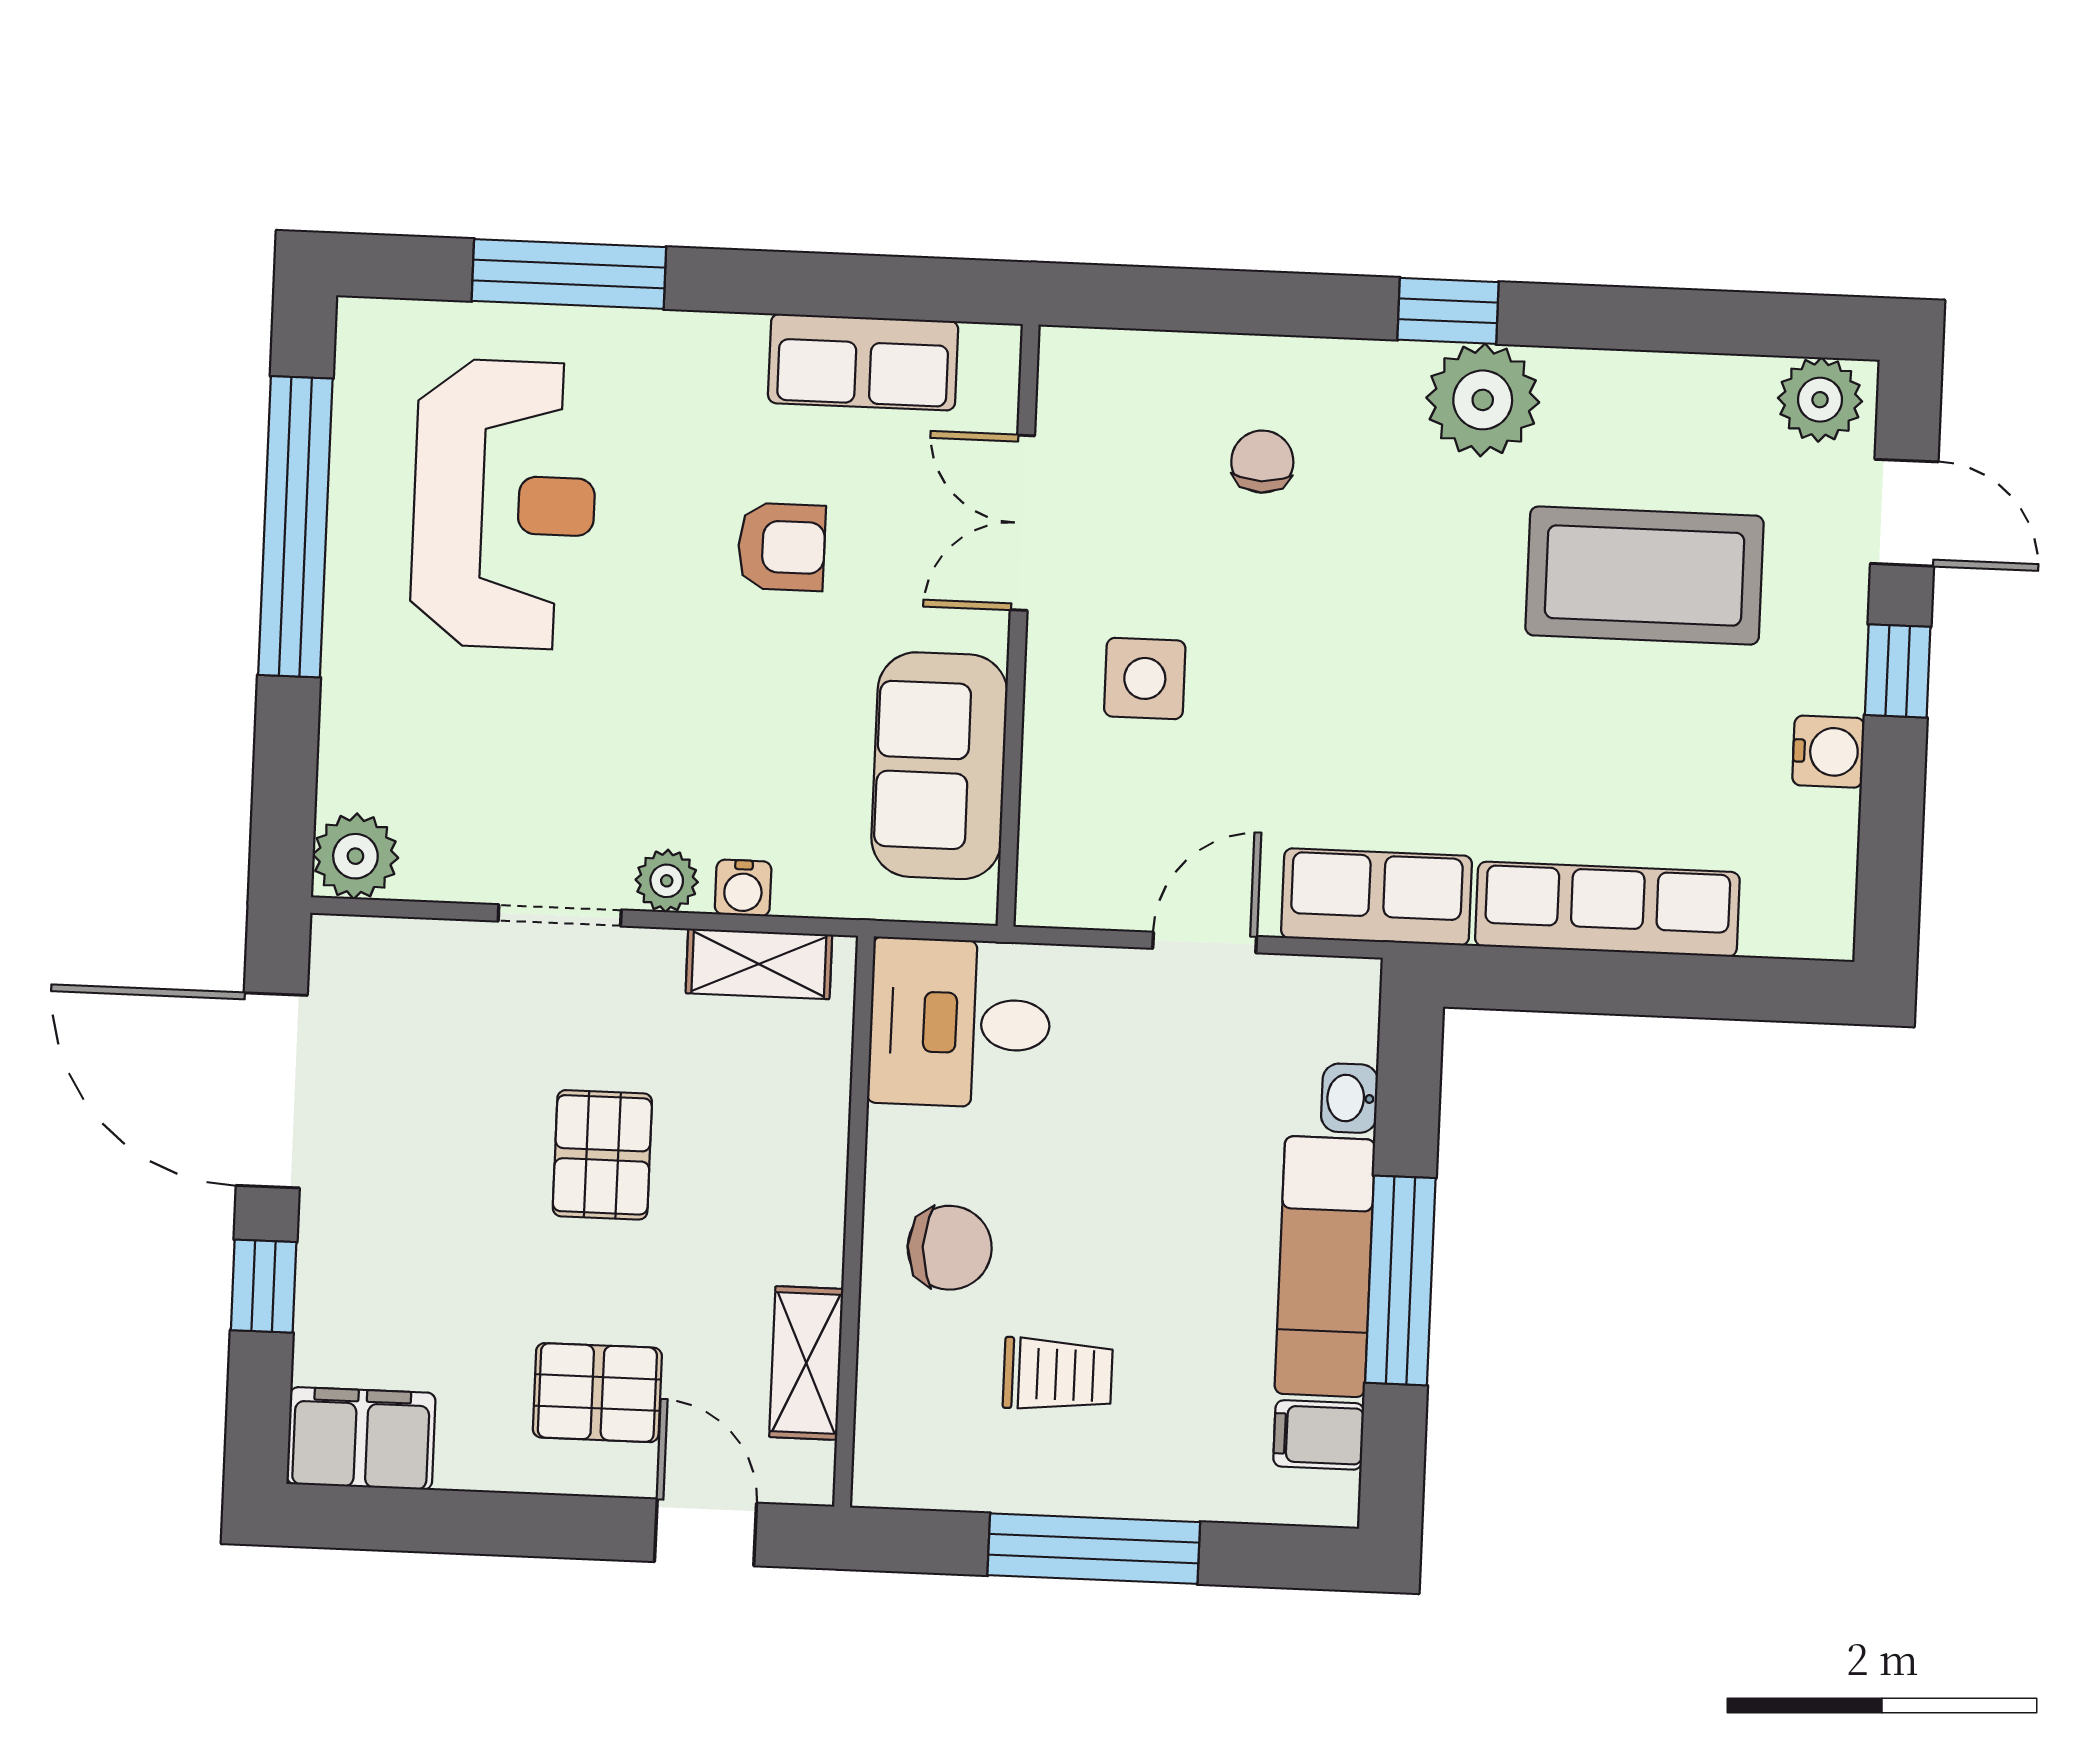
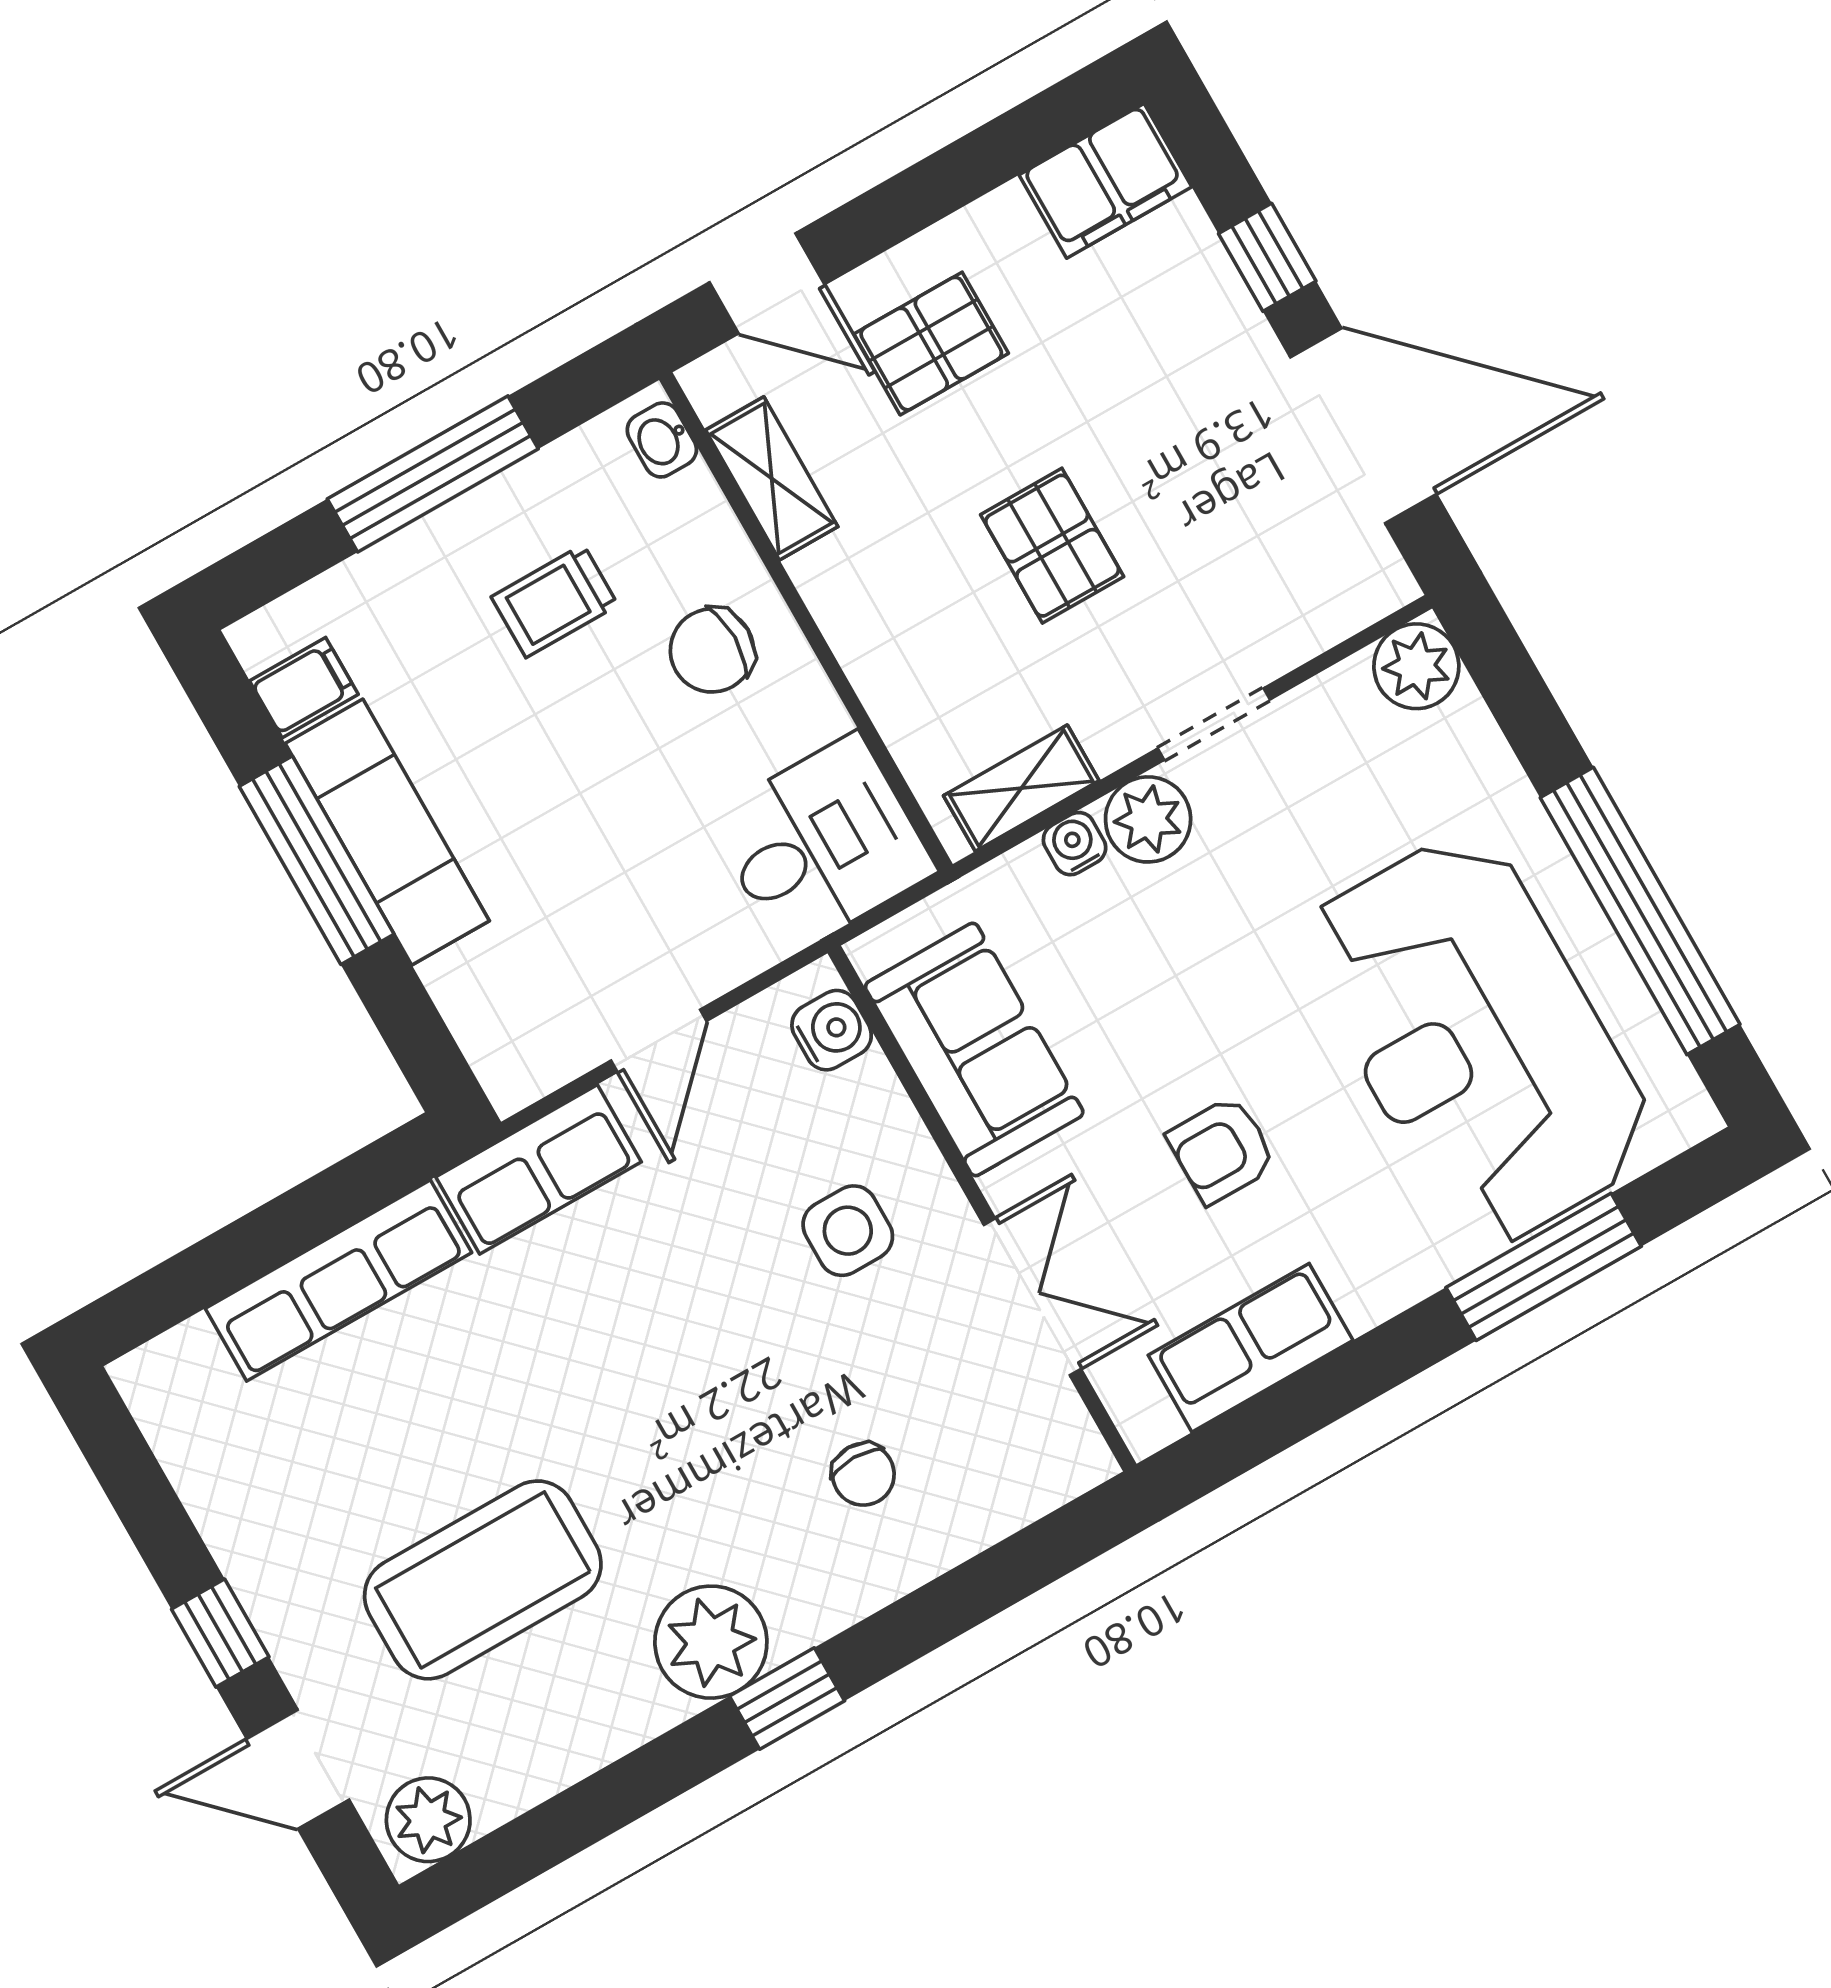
reception desk: (504, 504) -> (1477, 1040), width x1.36, depth x1.30
water cooler: (1828, 752) -> (832, 1030), moved, turned 180
plant: (667, 881) -> (1148, 819), width x1.38, depth x1.38
washbasin: (1349, 1098) -> (662, 440), moved, turned 180

